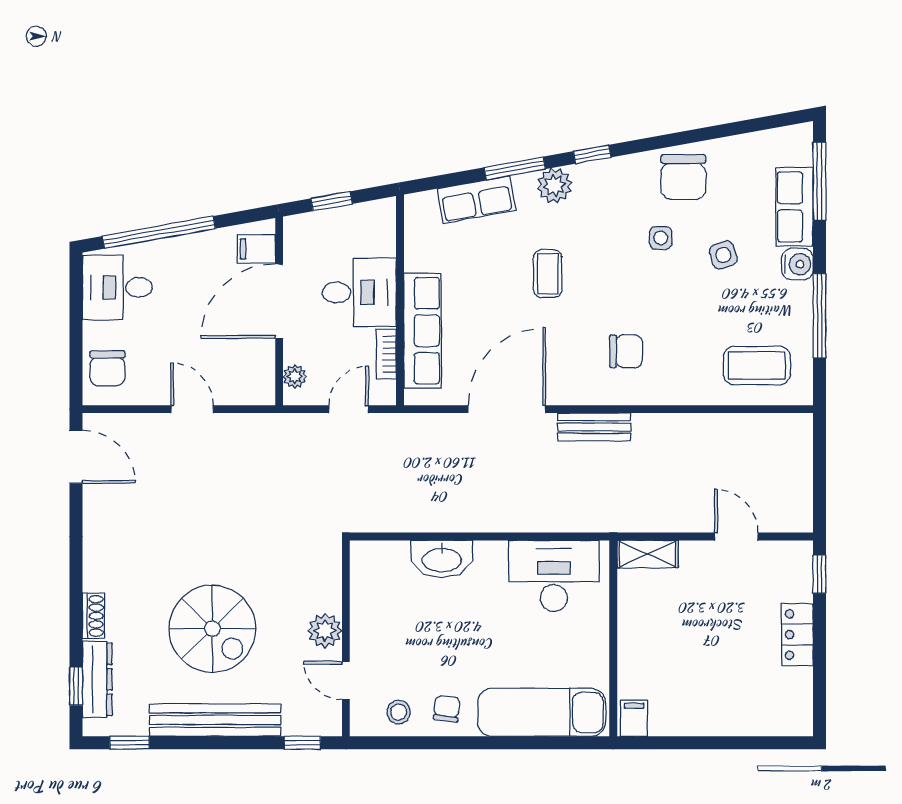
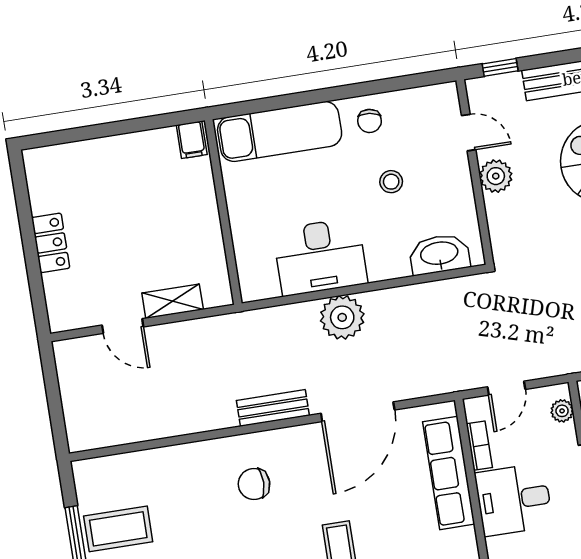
coffee table: (757, 365) -> (118, 529), moved
plant: (507, 509) -> (342, 317), added
shelving: (648, 554) -> (173, 301), moved
washbasin: (442, 559) -> (439, 254), moved
window: (819, 574) -> (39, 303), removed
desk: (554, 576) -> (320, 257), moved
stool: (399, 712) -> (391, 182), moved

